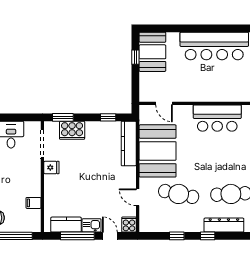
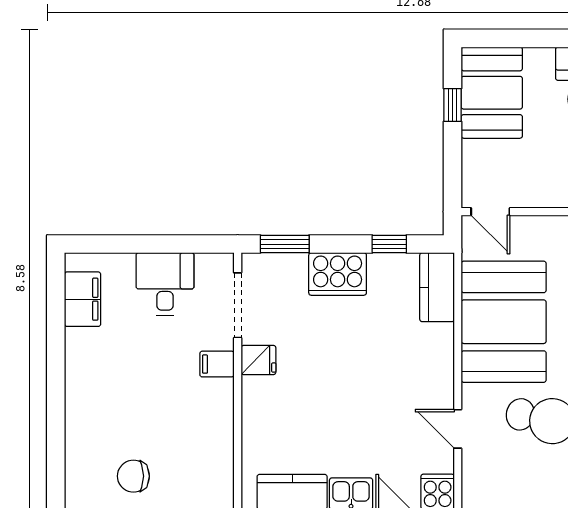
door: (164, 103) -> (490, 212), moved
cooker: (72, 130) -> (338, 274), moved
kitchen counter: (129, 143) -> (437, 287), width x0.67
filing cabinet: (33, 203) -> (217, 364), moved

